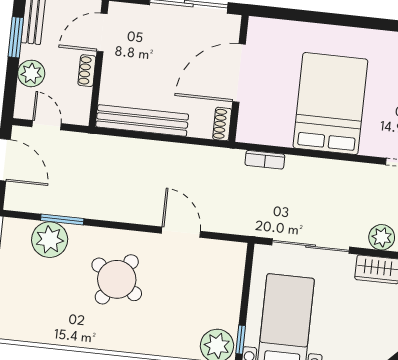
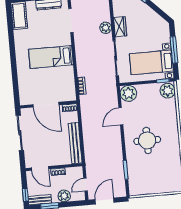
bed: (330, 104) -> (51, 57), width x0.67
plant: (50, 240) -> (128, 93), moved
round table: (117, 279) -> (147, 140), turned -33

